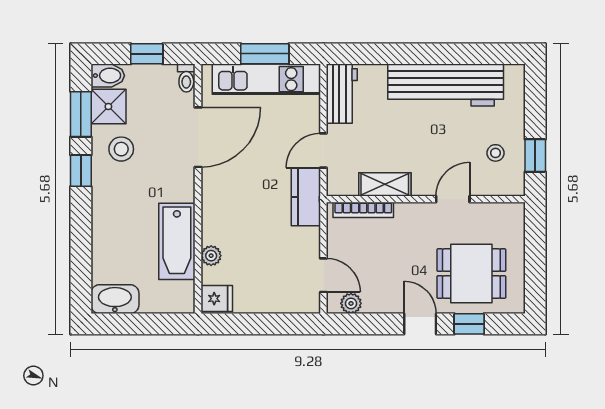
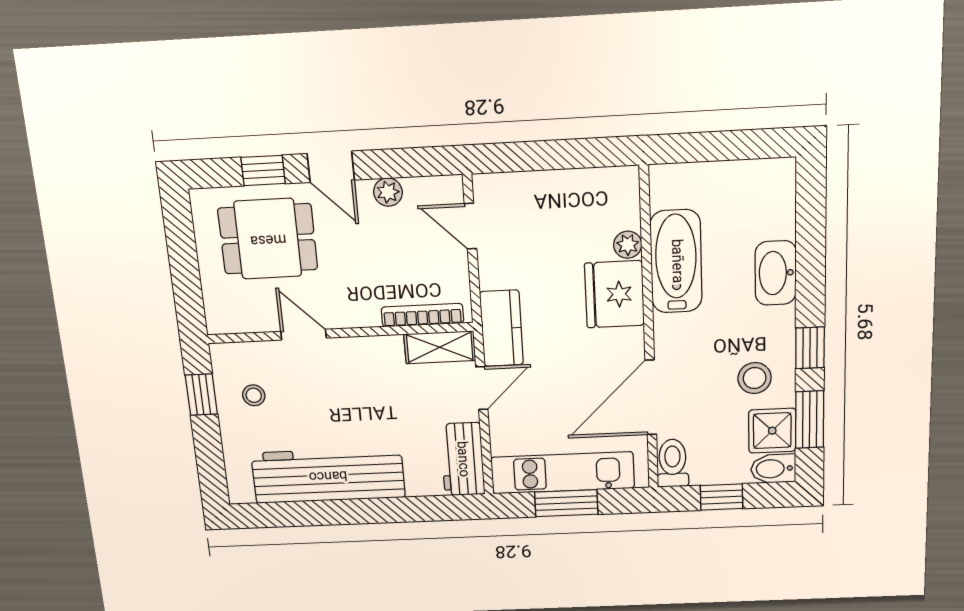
toilet: (186, 78) -> (673, 463), width x1.37, depth x1.39
shelving: (385, 184) -> (440, 347), moved
door: (453, 199) -> (304, 335), swing flipped
washbasin: (115, 299) -> (776, 273), moved, turned 90
fridge: (217, 299) -> (615, 294), moved, width x1.88, depth x1.34
plant: (351, 303) -> (388, 192), moved

